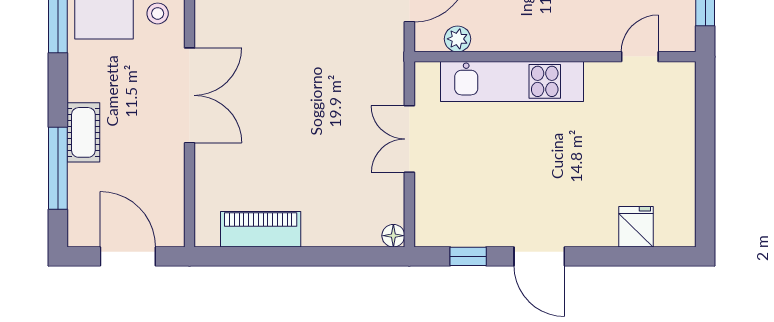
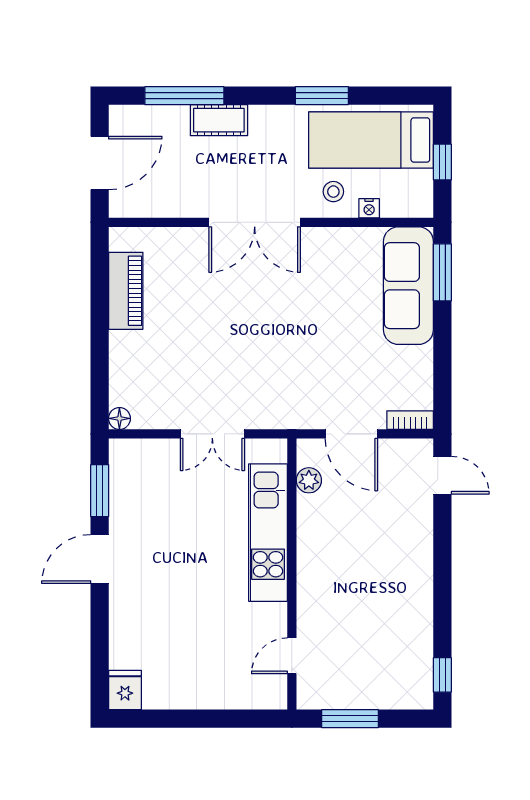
door: (640, 57) -> (292, 656), swing flipped
double door: (409, 139) -> (212, 434), swing flipped
fridge: (636, 227) -> (125, 690), moved, turned -90
window: (468, 256) -> (100, 491), width x1.50

